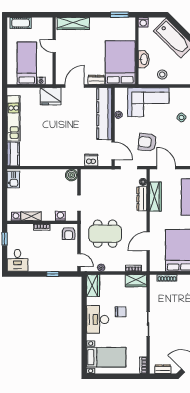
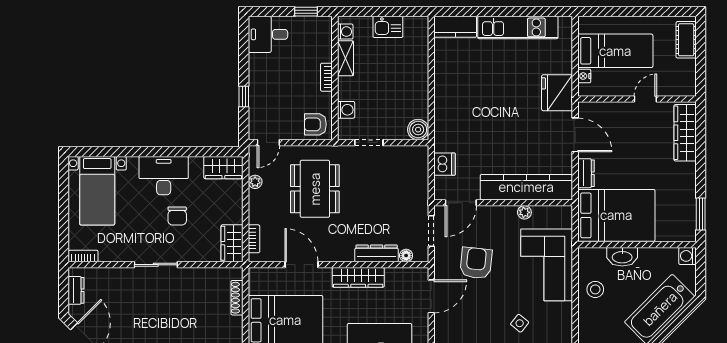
kitchen sink: (13, 180) -> (388, 27), moved
wardrobe: (155, 197) -> (358, 277), moved

